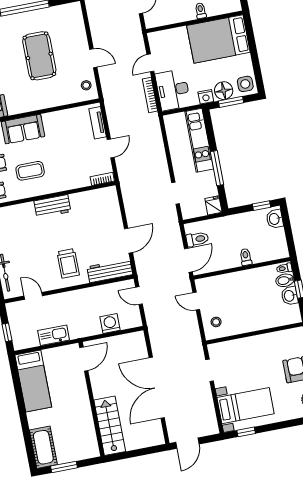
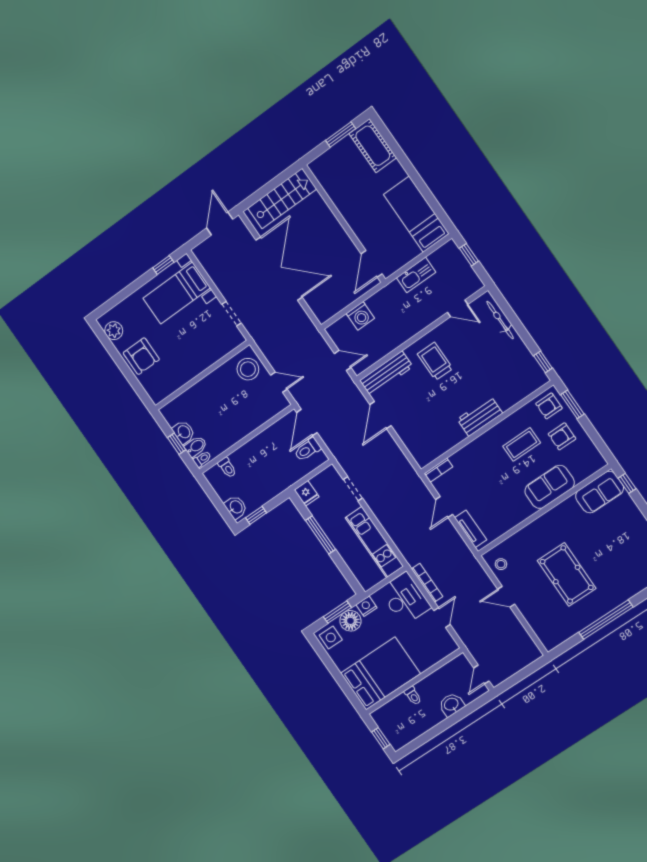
kitchen unit: (199, 140) -> (374, 542), moved, turned 180
toilet: (246, 257) -> (227, 468), moved
stool: (216, 322) -> (248, 369), width x1.89, depth x1.89
stairs: (110, 426) -> (282, 199), moved, turned -90

